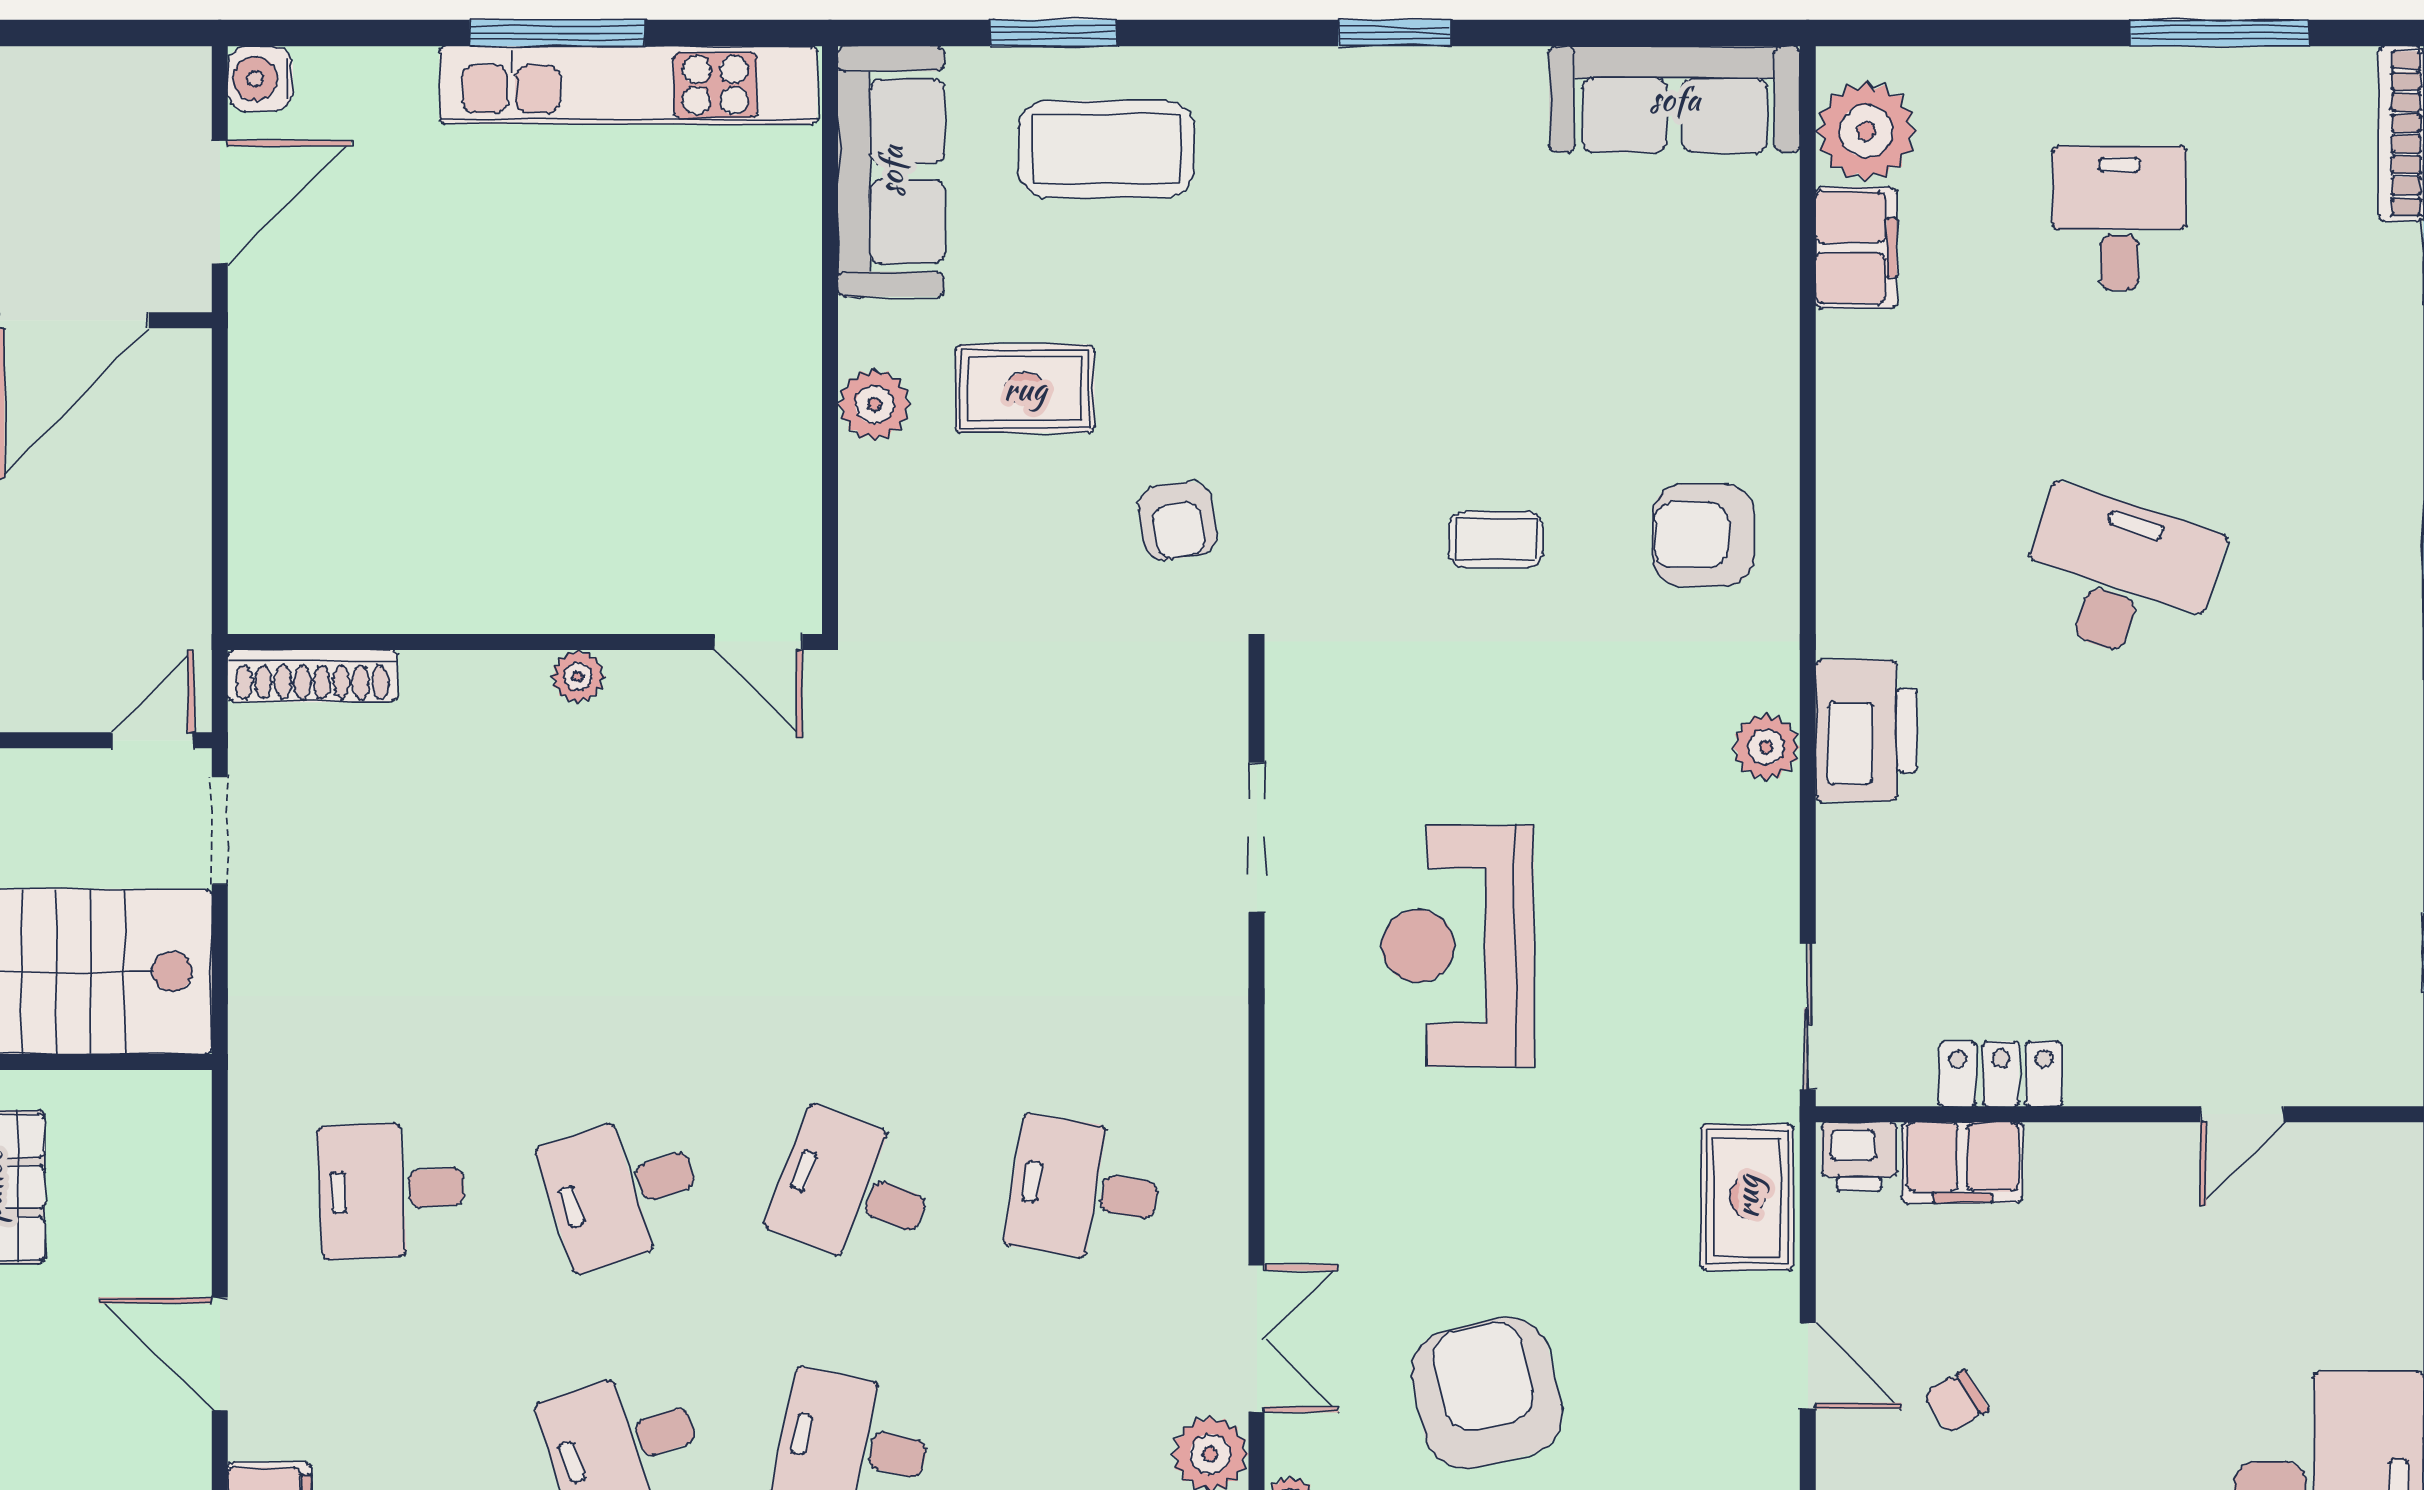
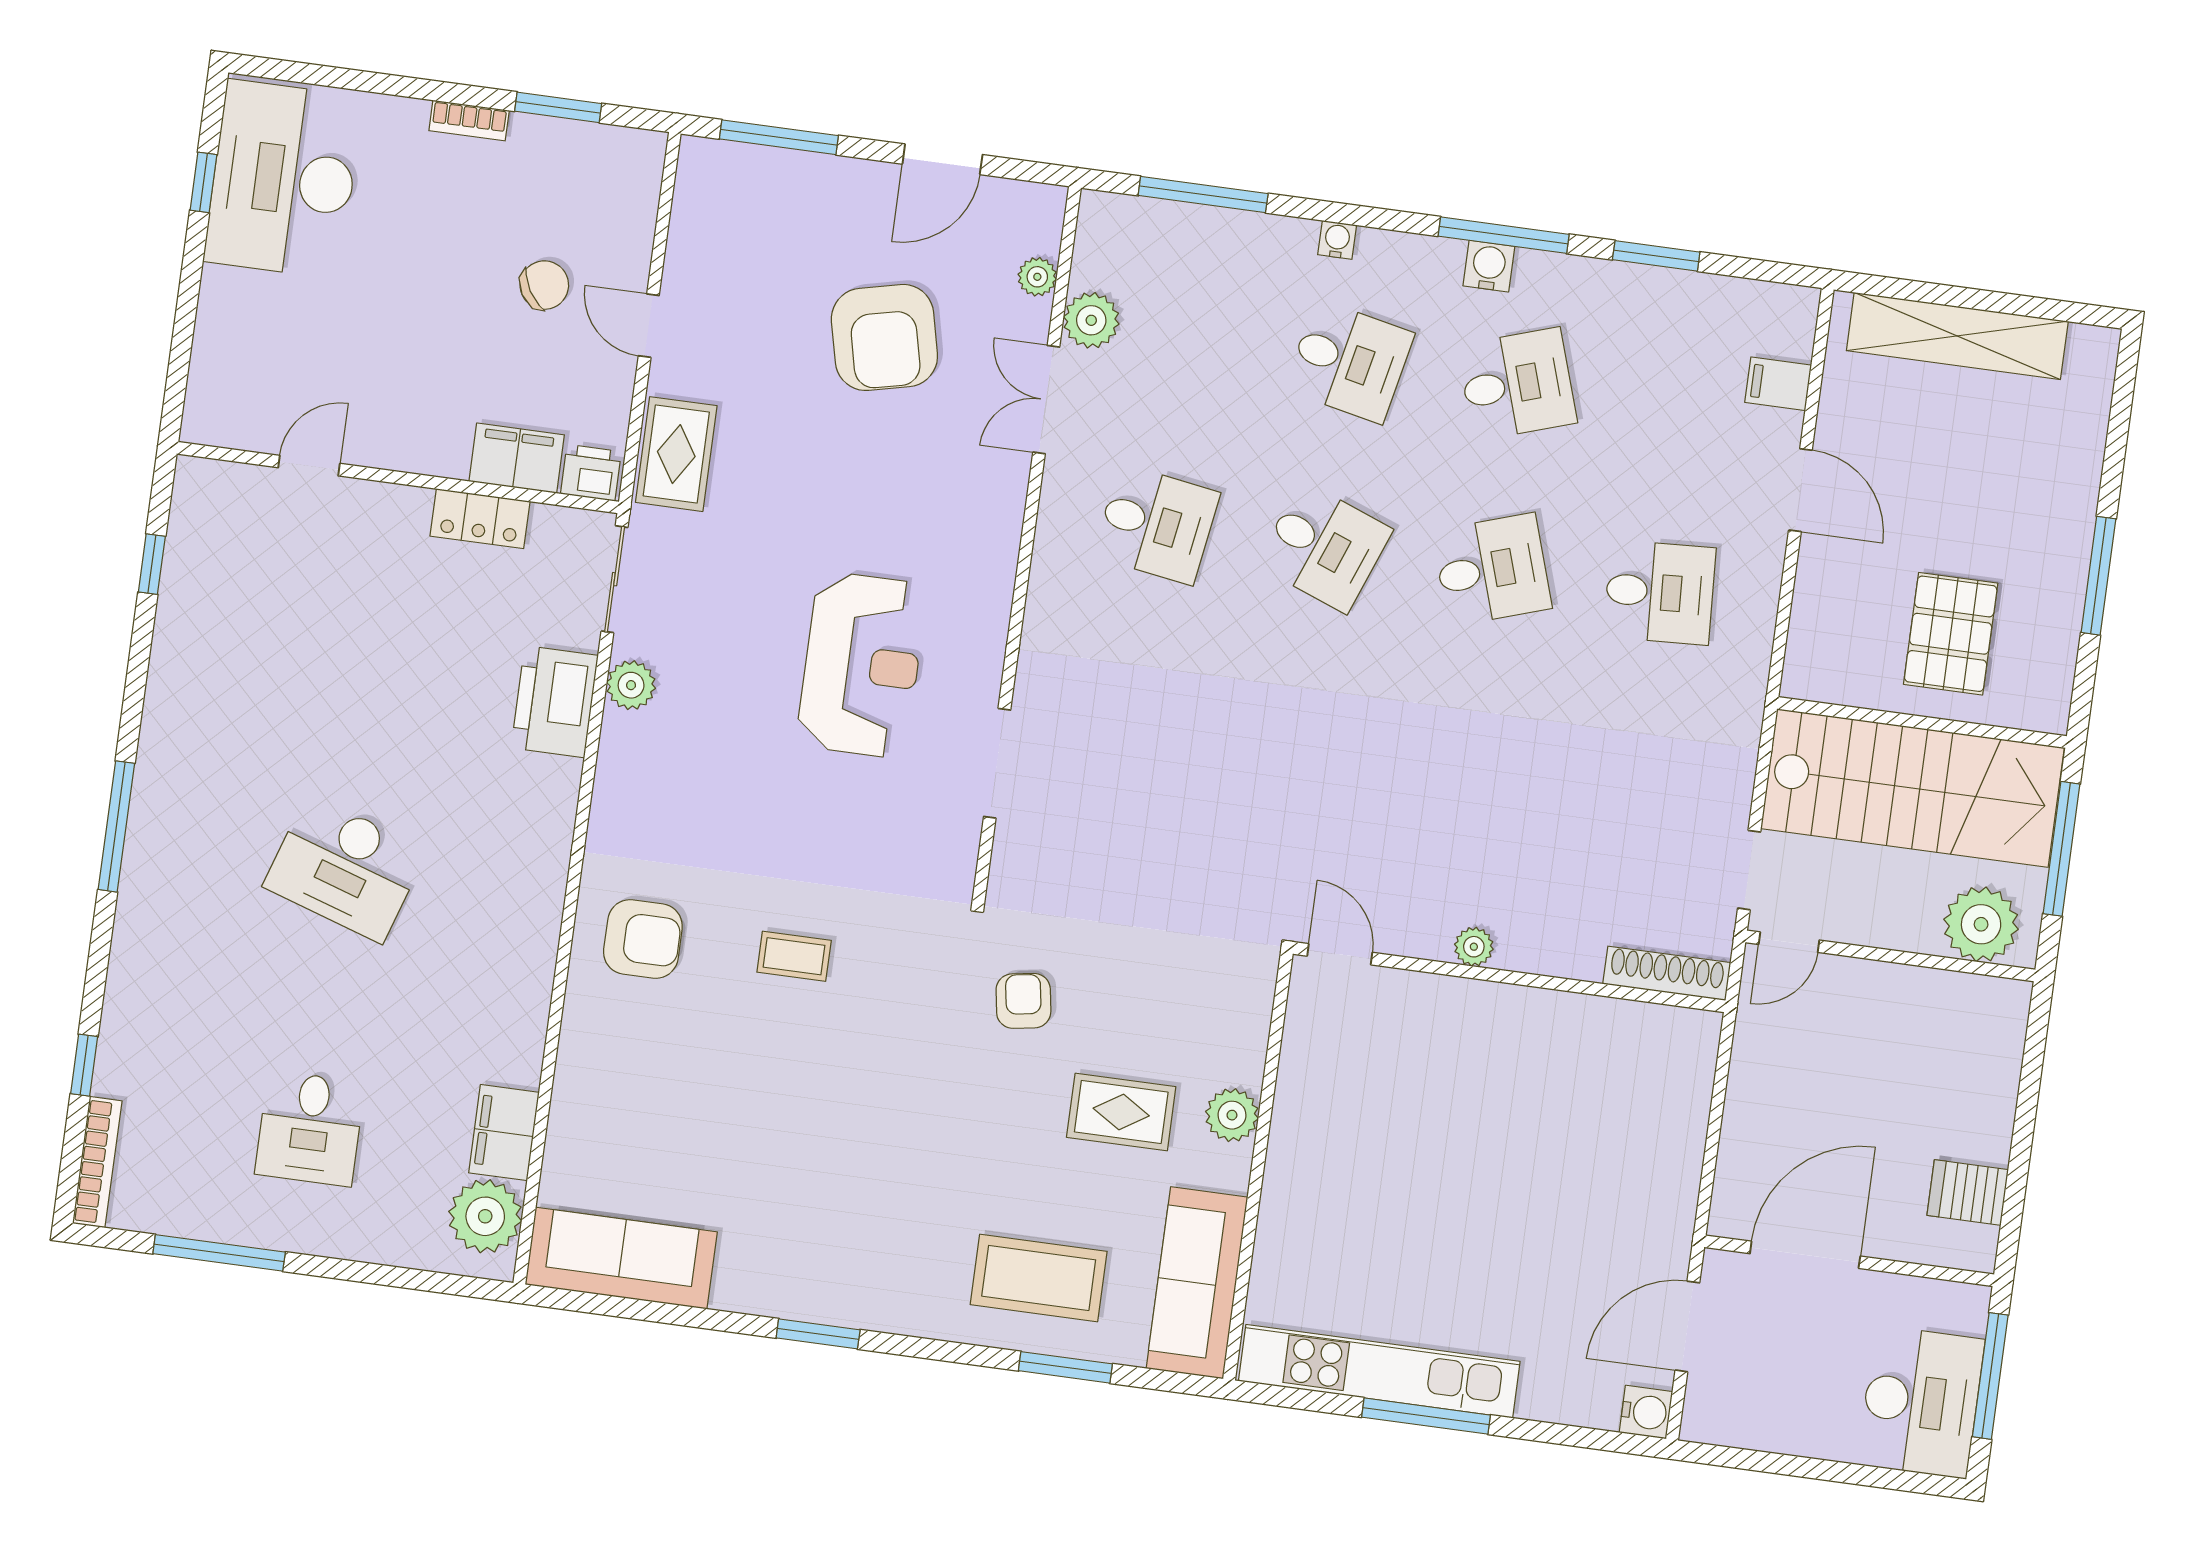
printer: (1866, 730) -> (555, 702), moved
plant: (1766, 747) -> (631, 685), moved
chair: (1956, 1402) -> (544, 285), width x1.37, depth x1.37

